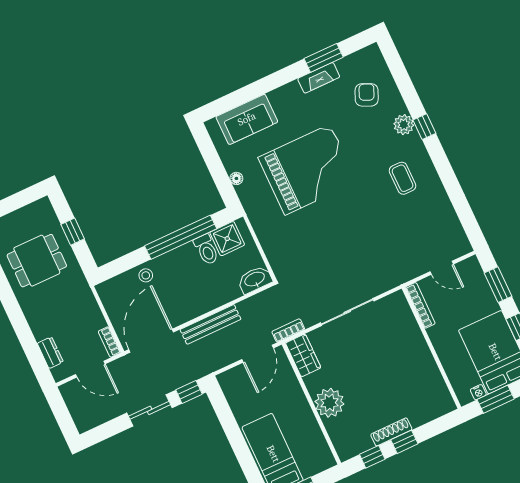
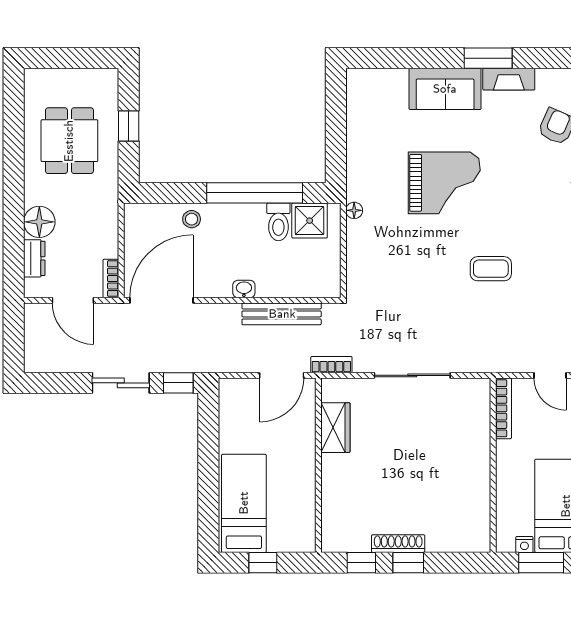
window: (324, 58) -> (488, 58), moved
sofa: (247, 119) -> (445, 89), moved
grand piano: (308, 170) -> (444, 183), width x0.73, depth x0.68
floor lamp: (236, 178) -> (354, 210), moved
coffee table: (403, 178) -> (491, 269), moved, turned 90
dining table: (37, 261) -> (69, 141), turned 90
washbasin: (255, 280) -> (244, 289), moved, width x0.52, depth x0.69
bench: (210, 324) -> (282, 314), moved
floor lamp: (42, 326) -> (39, 222), added
wardrobe: (303, 355) -> (335, 428), moved
plant: (329, 403) -> (340, 474), removed

